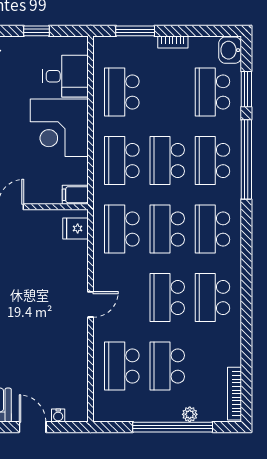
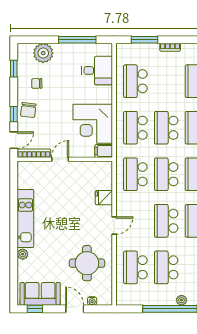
window: (36, 31) -> (77, 40), width x2.17
corner desk: (59, 128) -> (93, 124), moved
fridge: (75, 228) -> (104, 198), moved
round table: (51, 360) -> (87, 263), added

